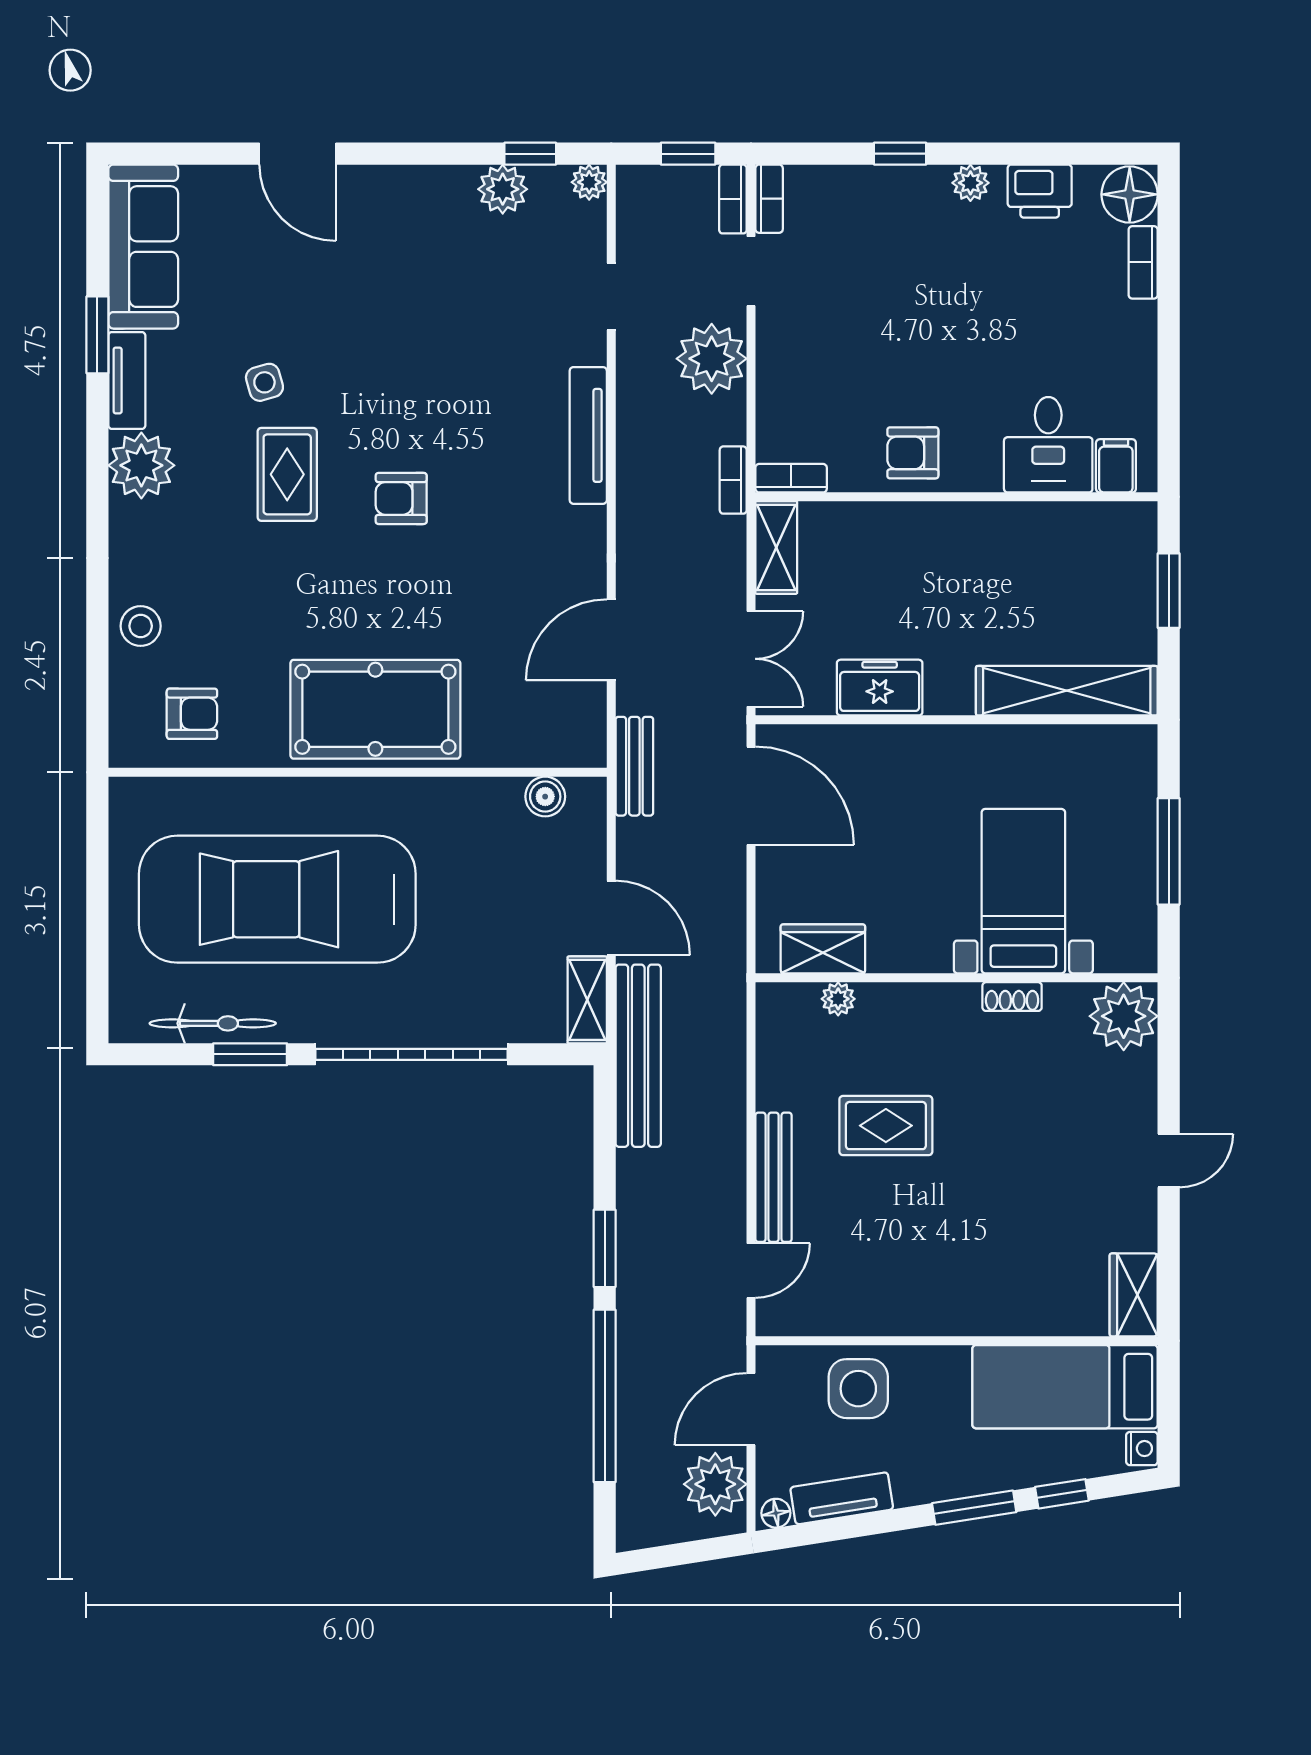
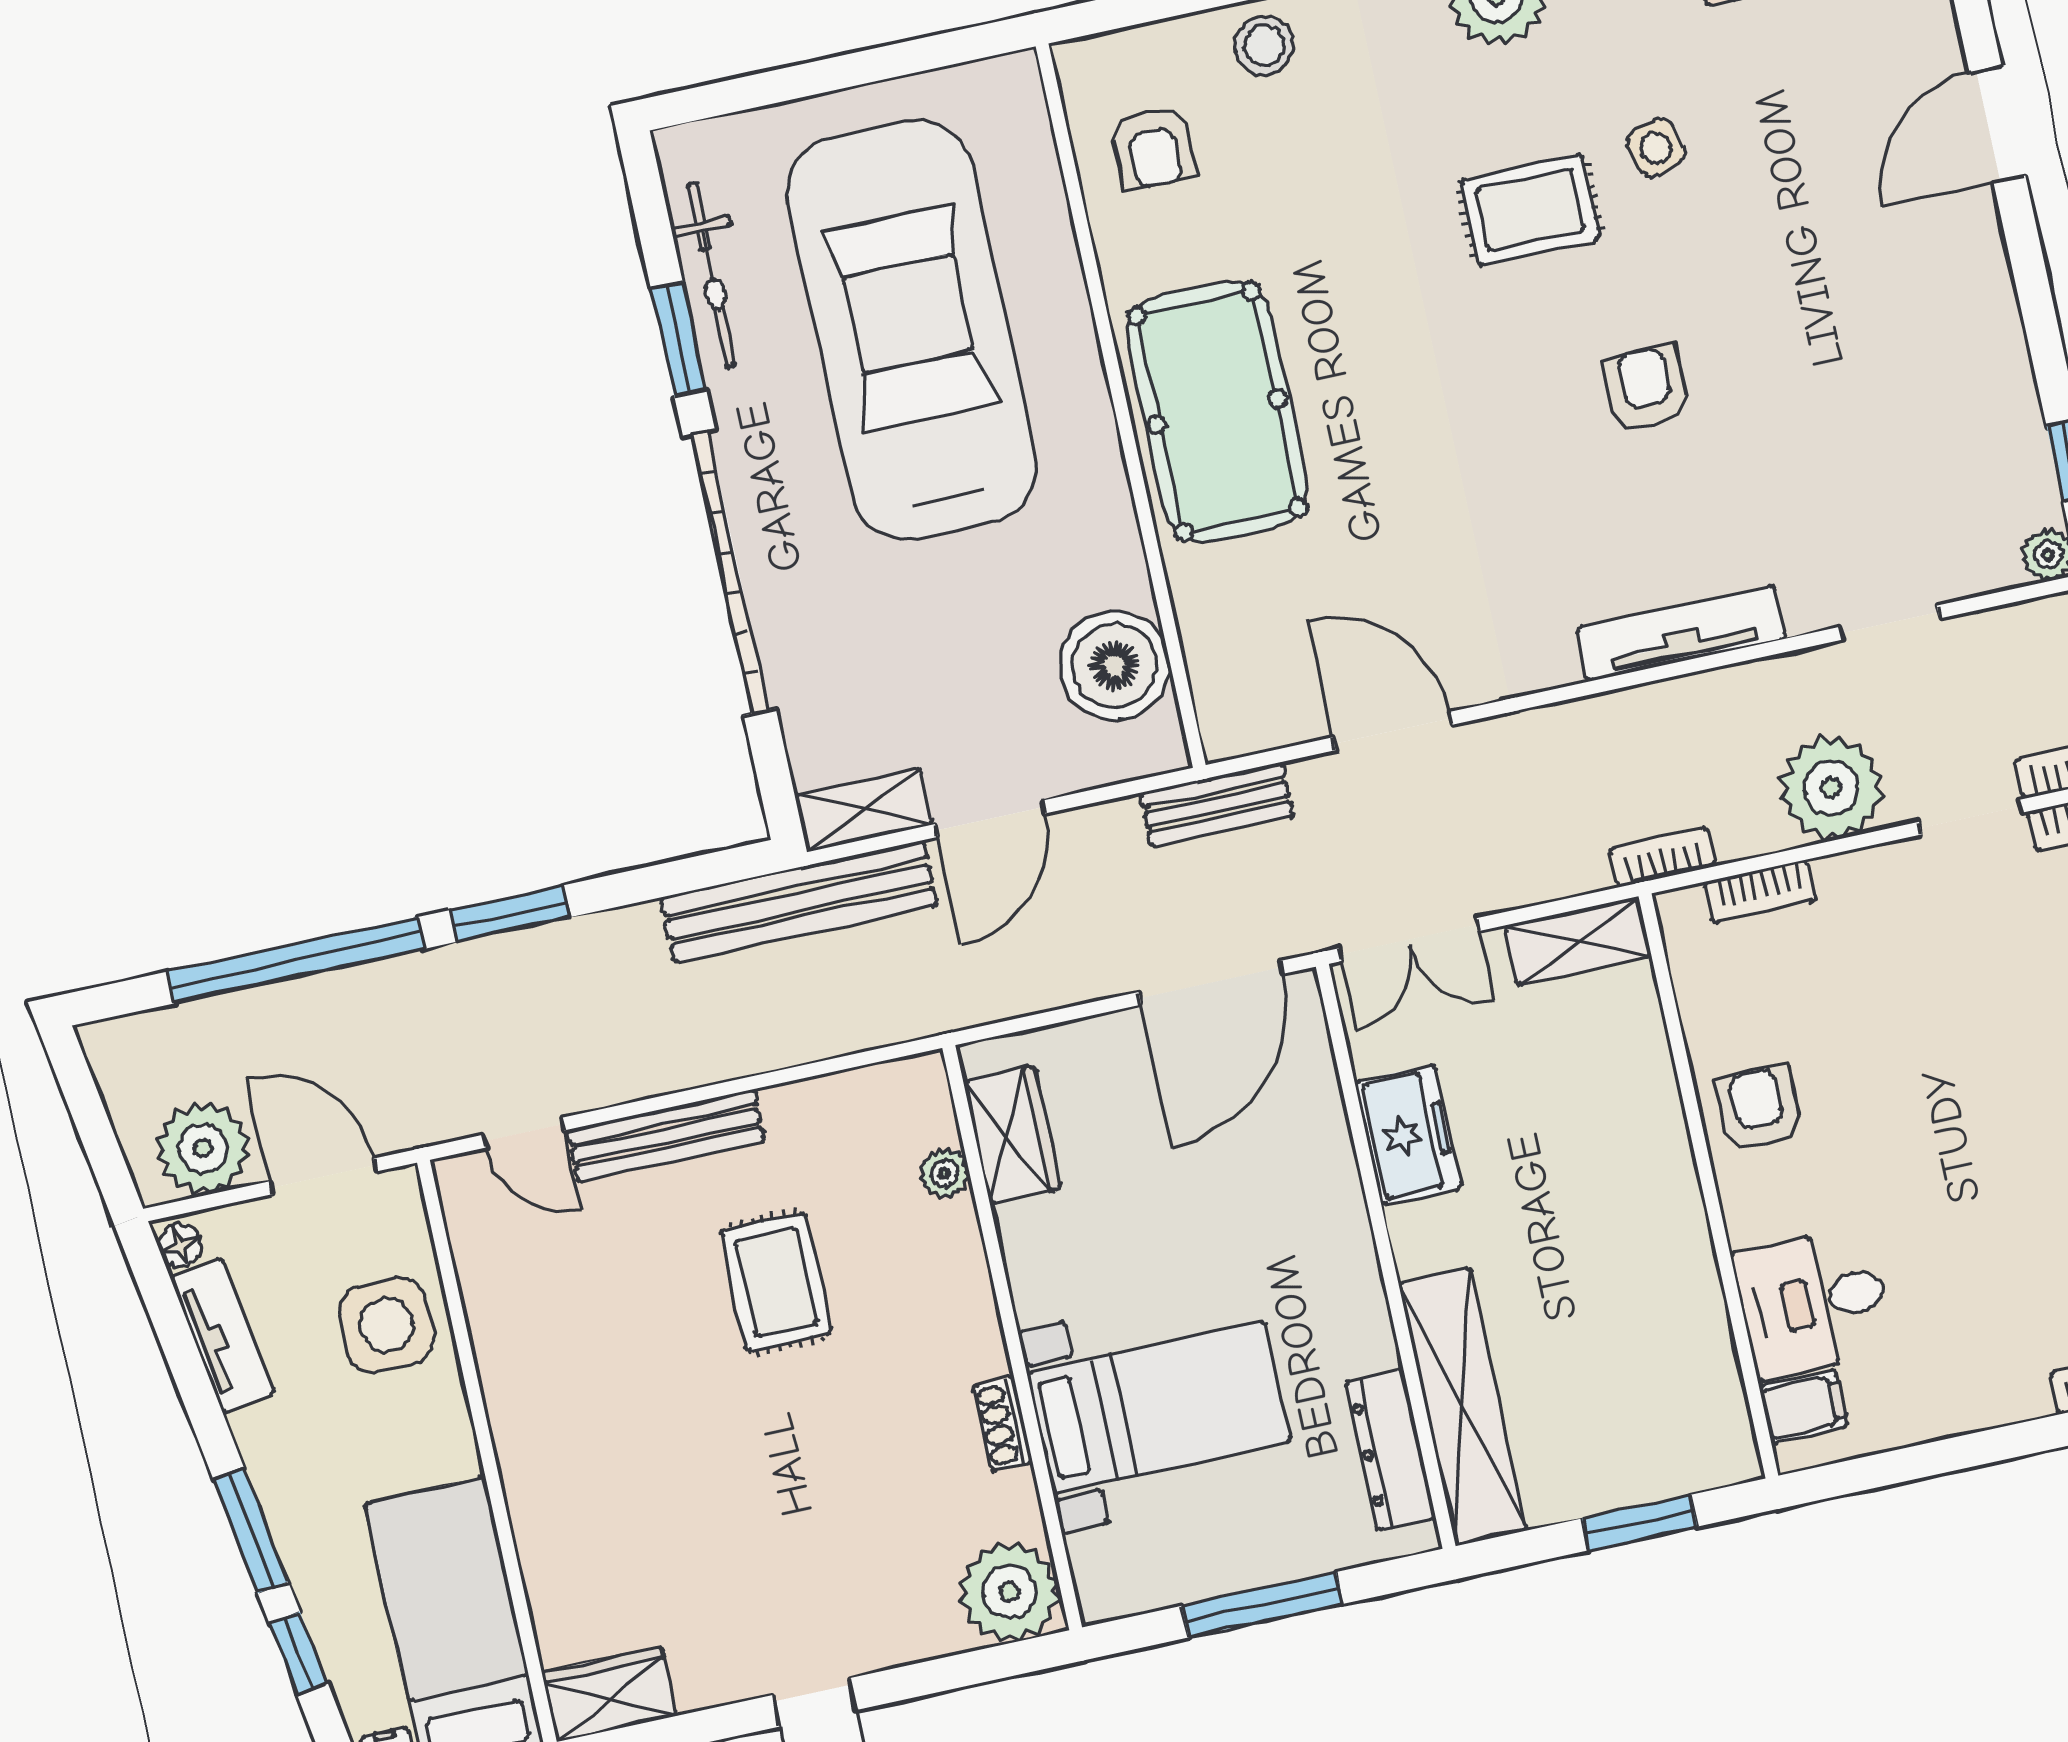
plant: (503, 189) -> (2011, 432), removed
bookcase: (791, 478) -> (1760, 891), moved, turned 90
armchair: (401, 498) -> (1646, 388), moved
dresser: (1085, 744) -> (1391, 1450), added
boiler: (545, 797) -> (1115, 666), width x1.86, depth x1.86

